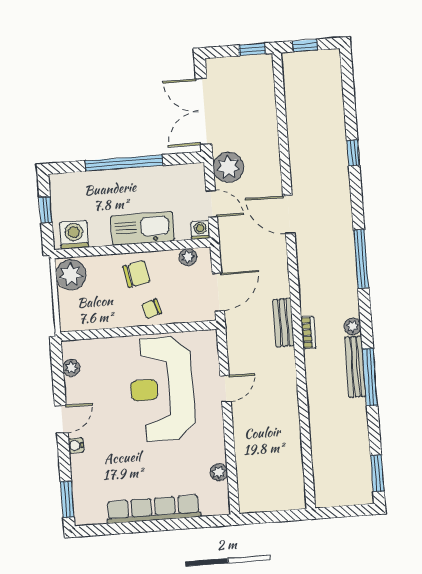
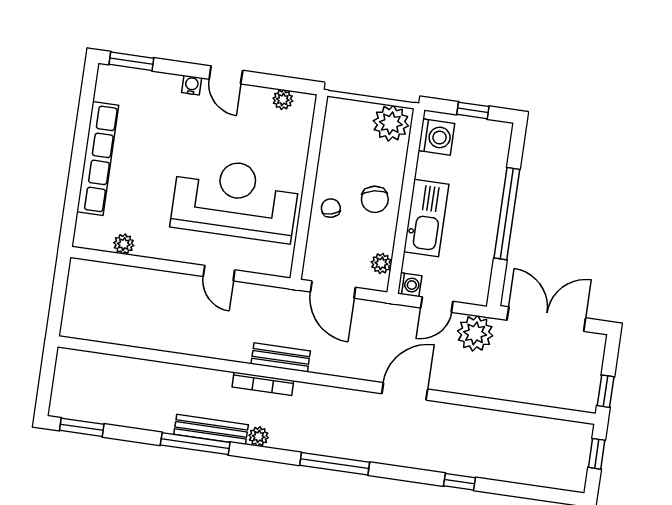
bookcase: (308, 332) -> (263, 384), width x1.56

